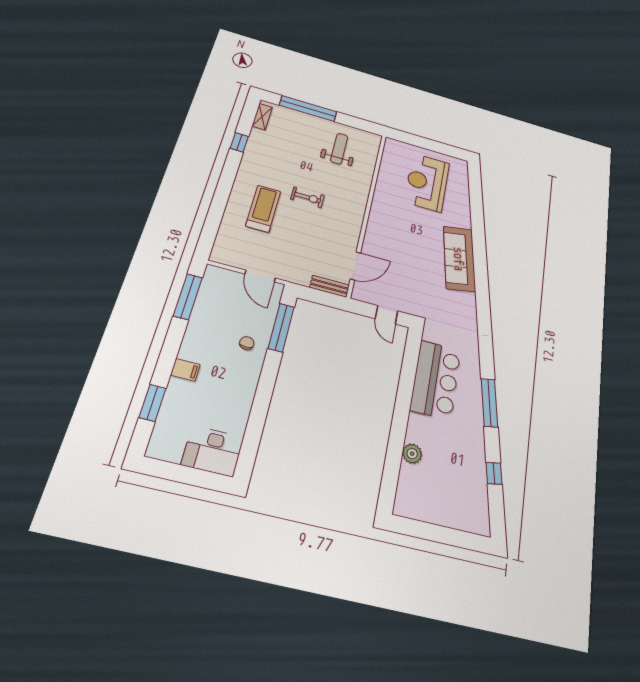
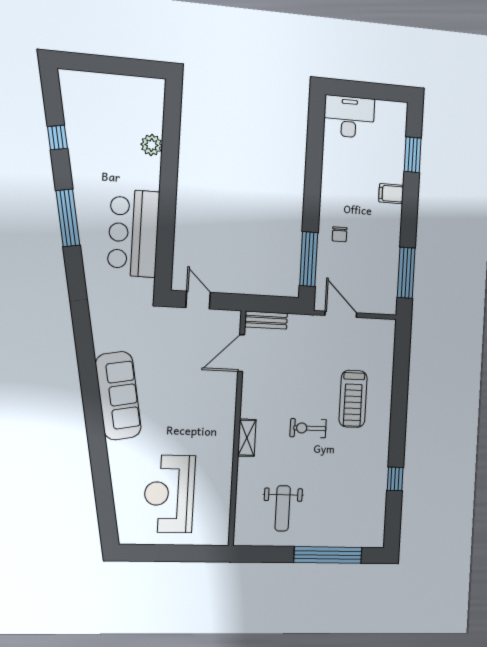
shelving: (262, 117) -> (247, 438), moved
reception desk: (427, 182) -> (169, 494), turned 180

